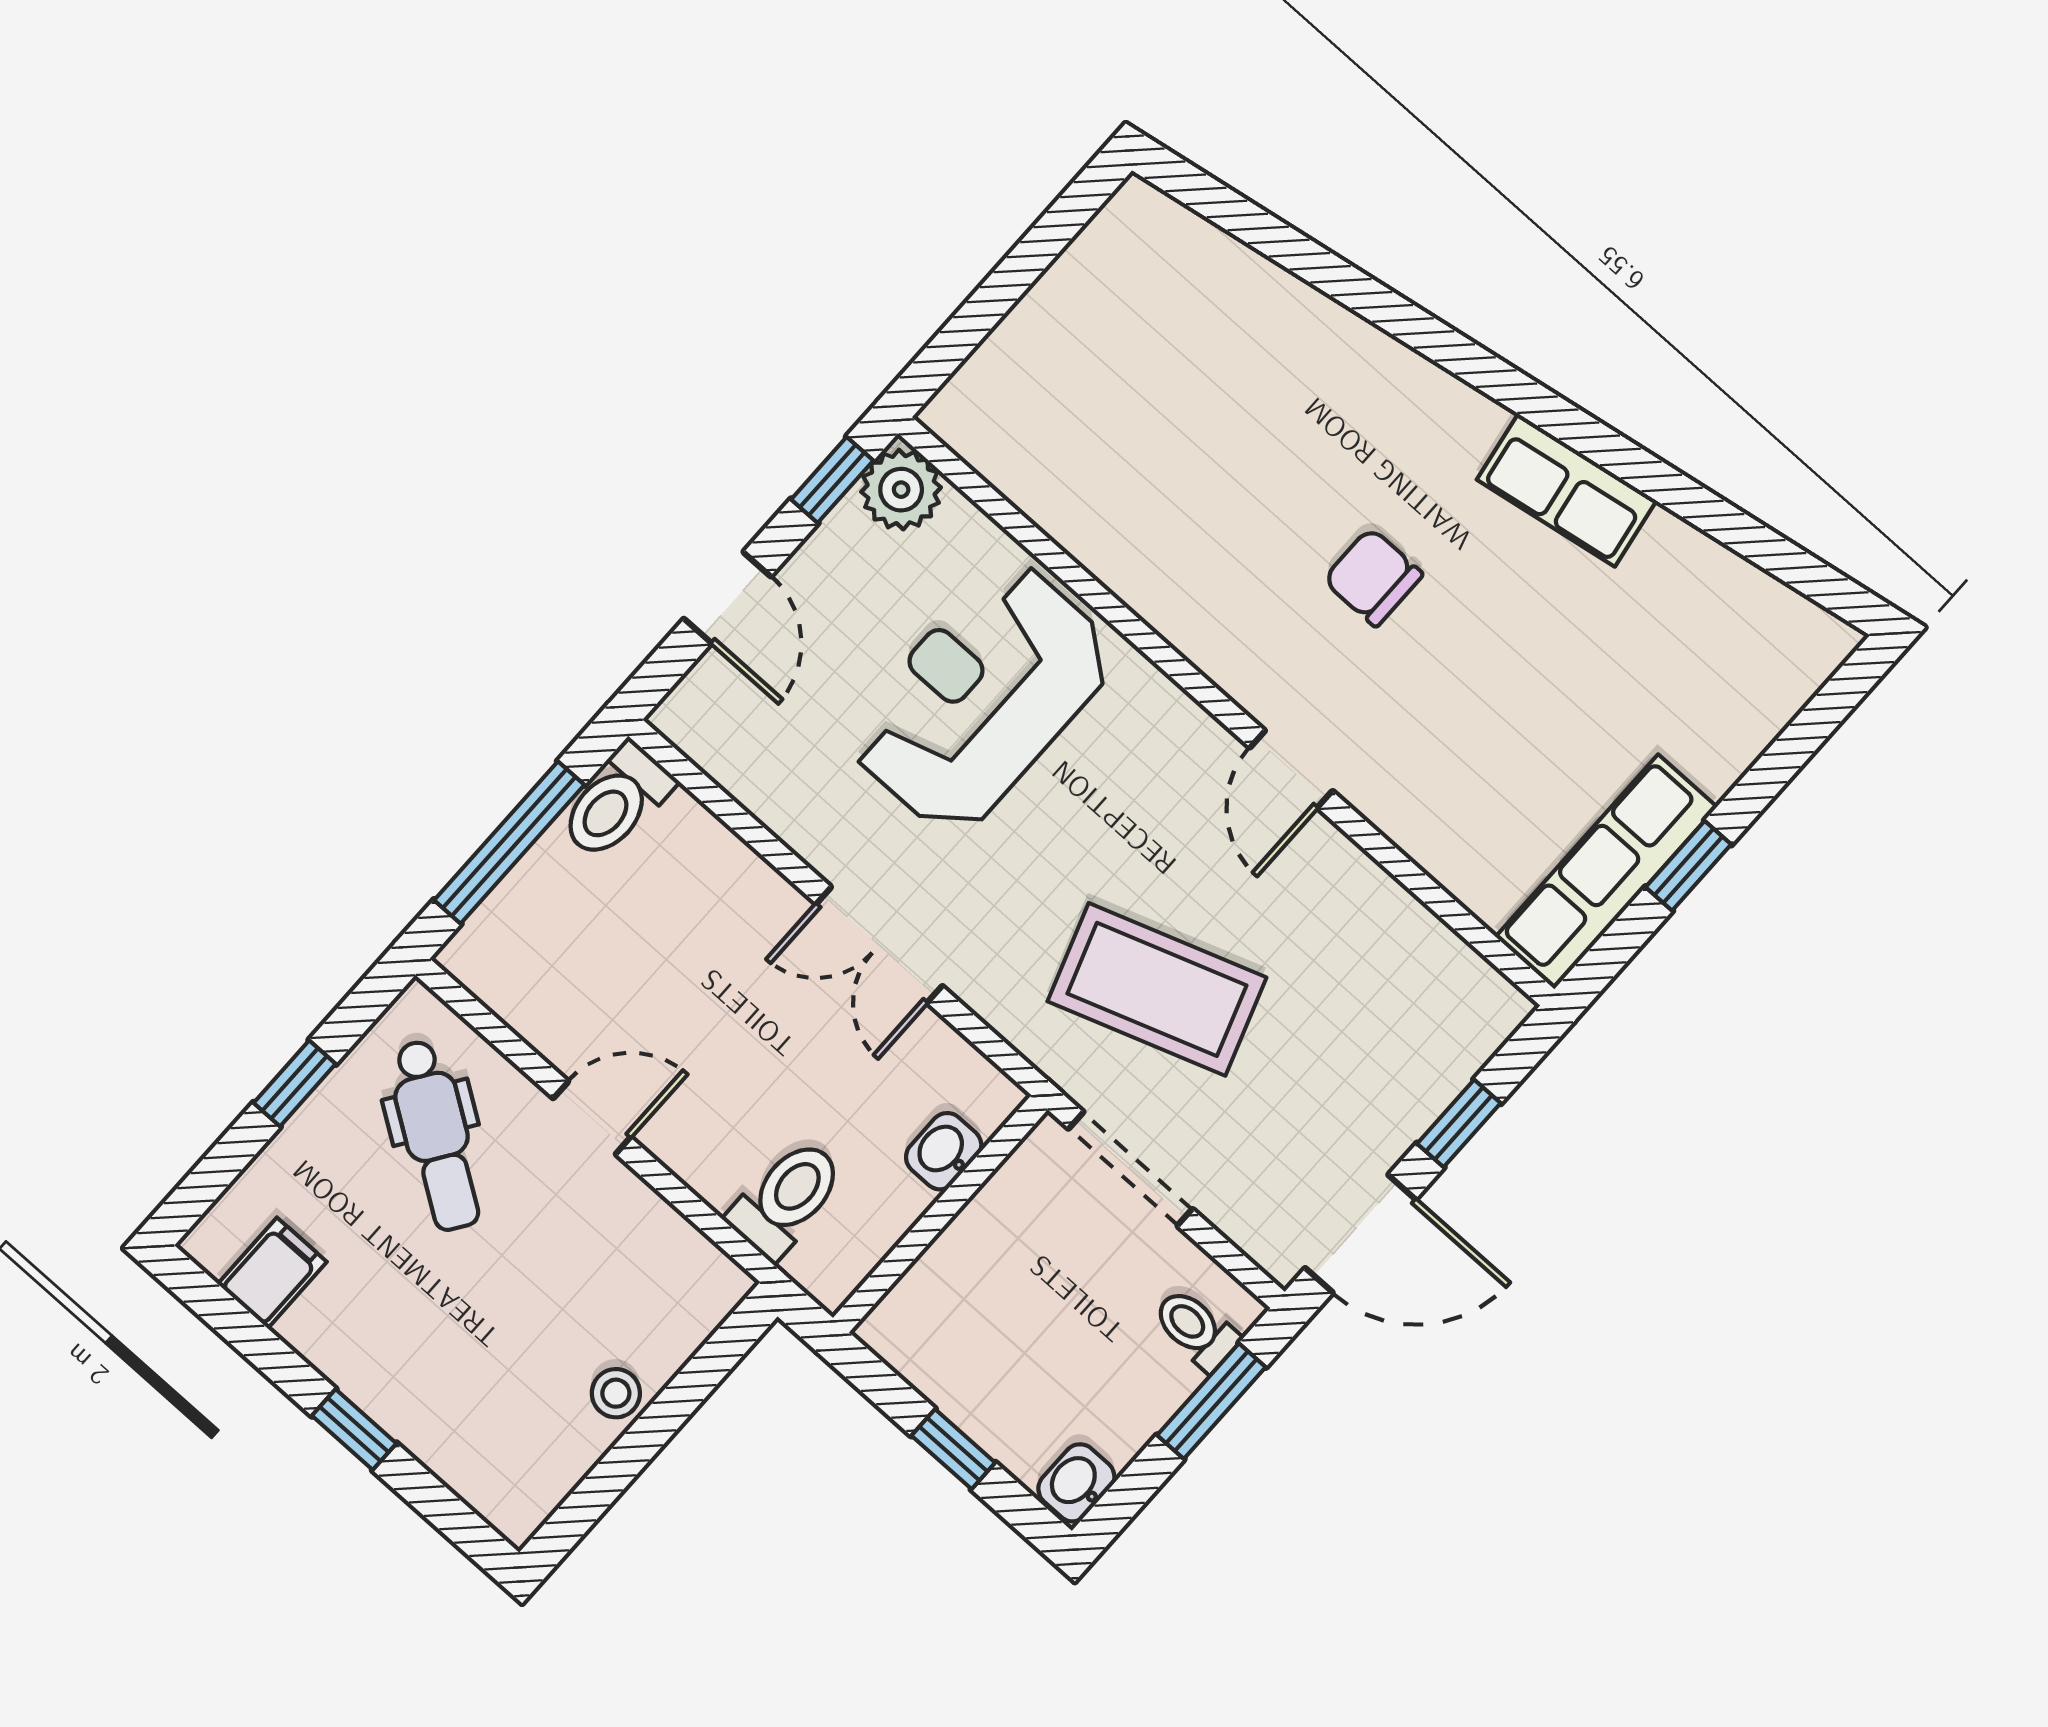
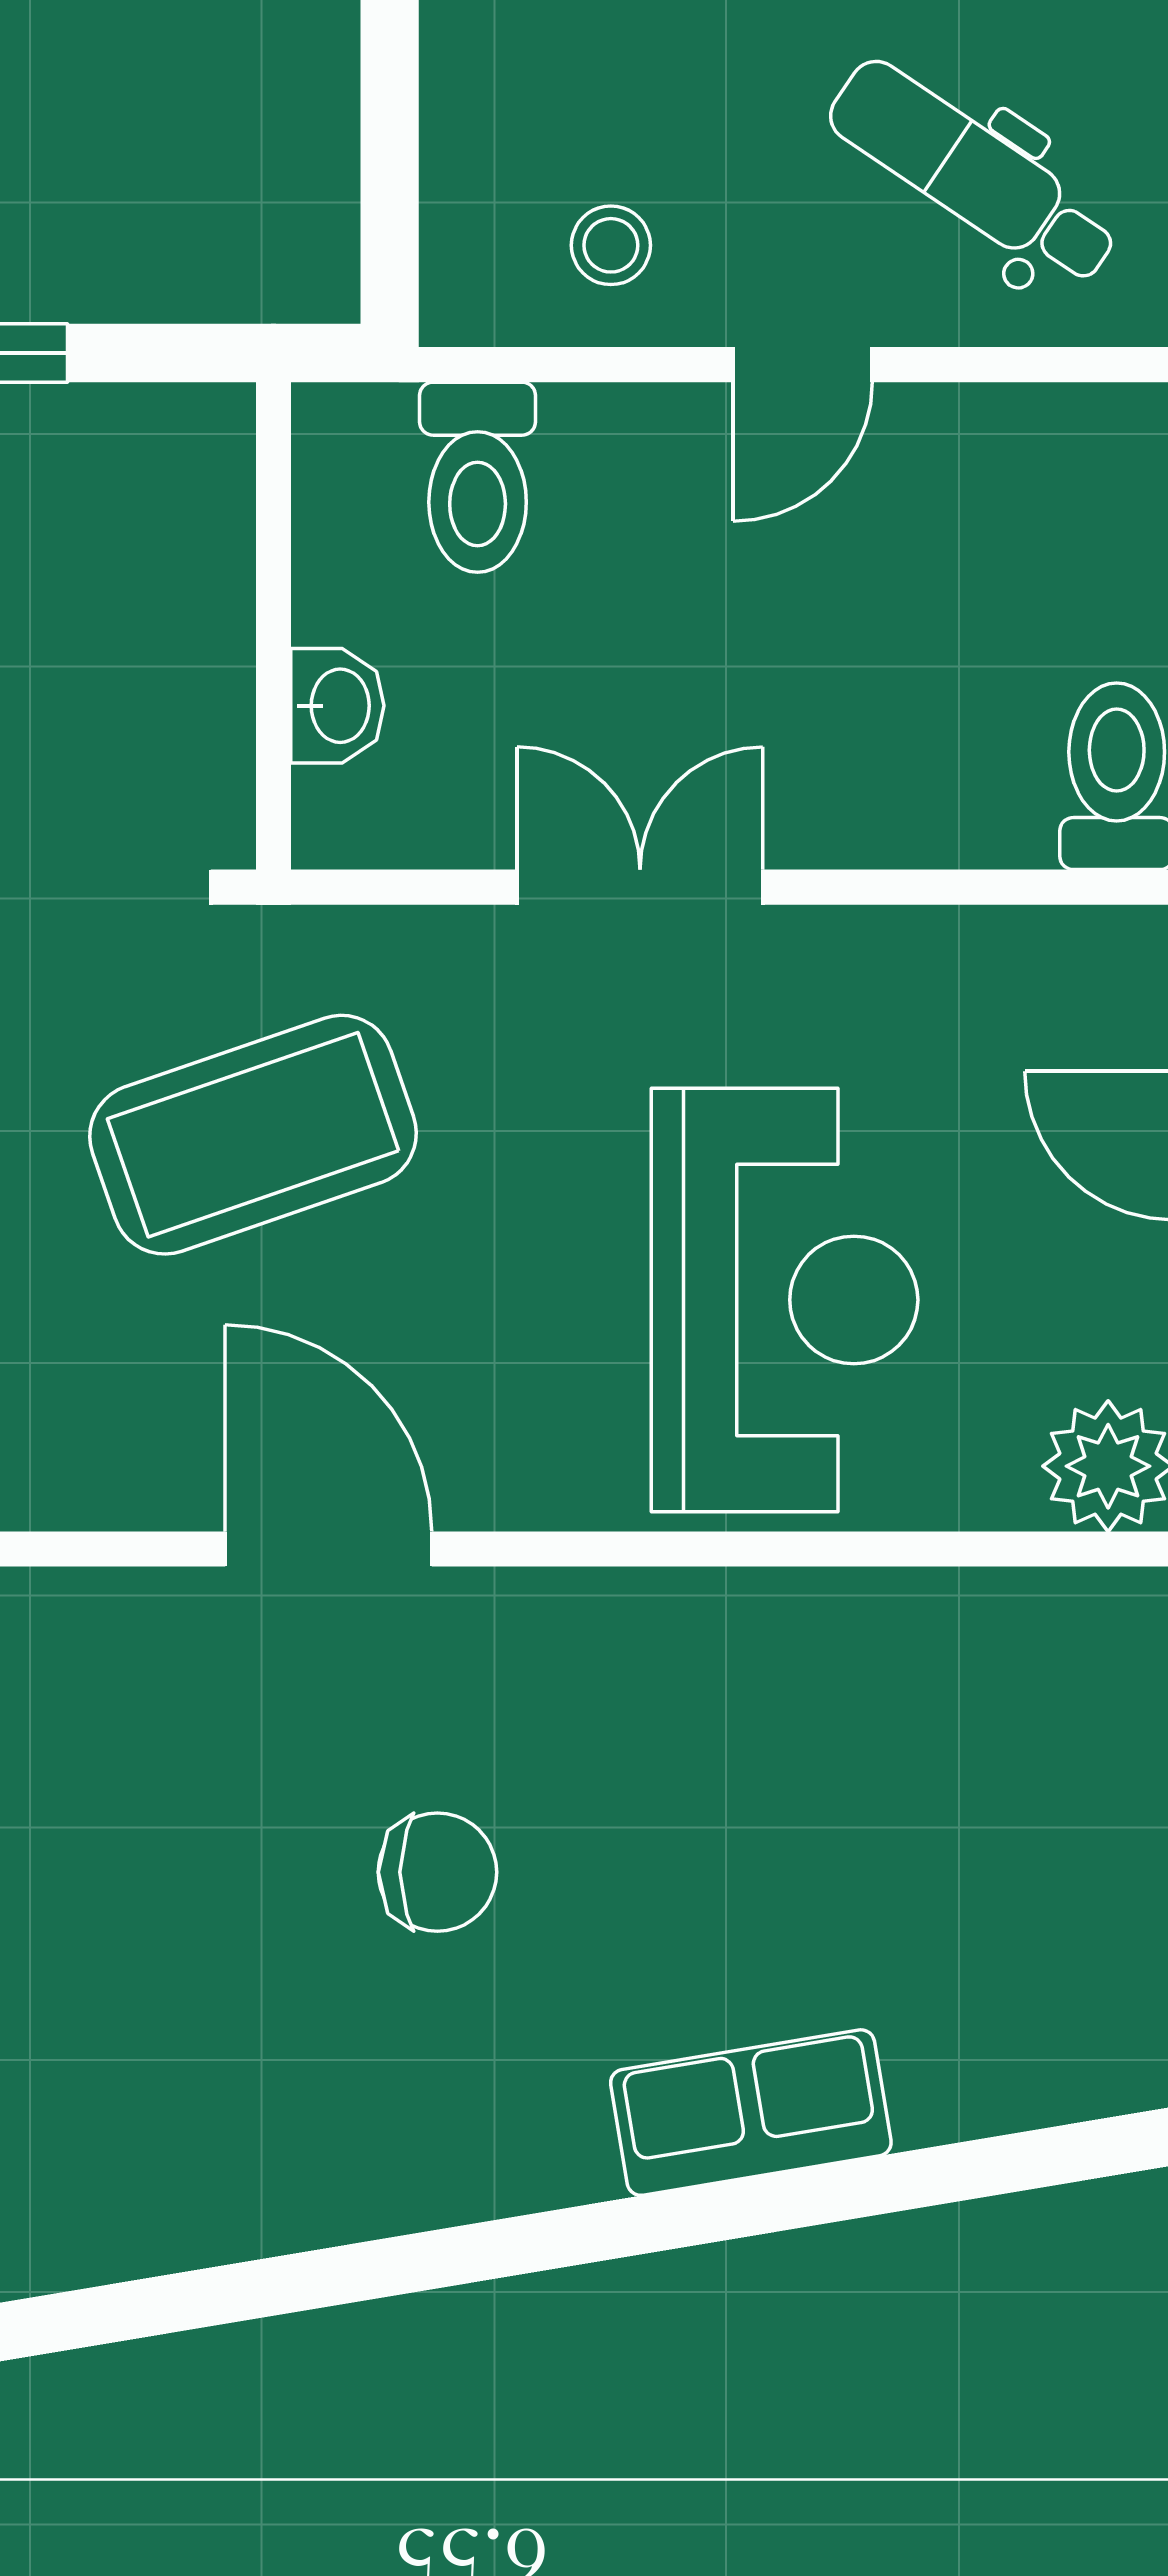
row of seats: (1567, 490) -> (751, 2113), moved
door: (1291, 769) -> (329, 1549), width x1.38
stool: (616, 1393) -> (611, 245), moved

